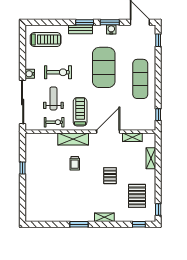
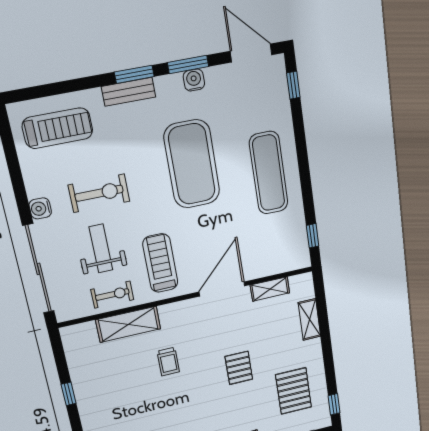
shelving: (73, 139) -> (128, 324), moved

